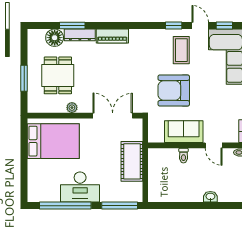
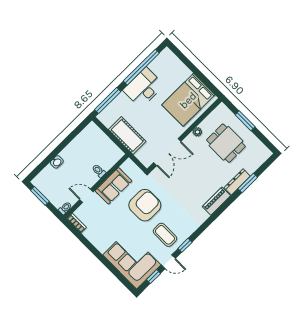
floor lamp: (55, 38) -> (251, 165), removed

